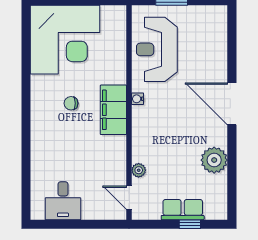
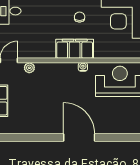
door: (232, 104) -> (79, 138), hinge flipped
plant: (214, 160) -> (37, 124), removed

